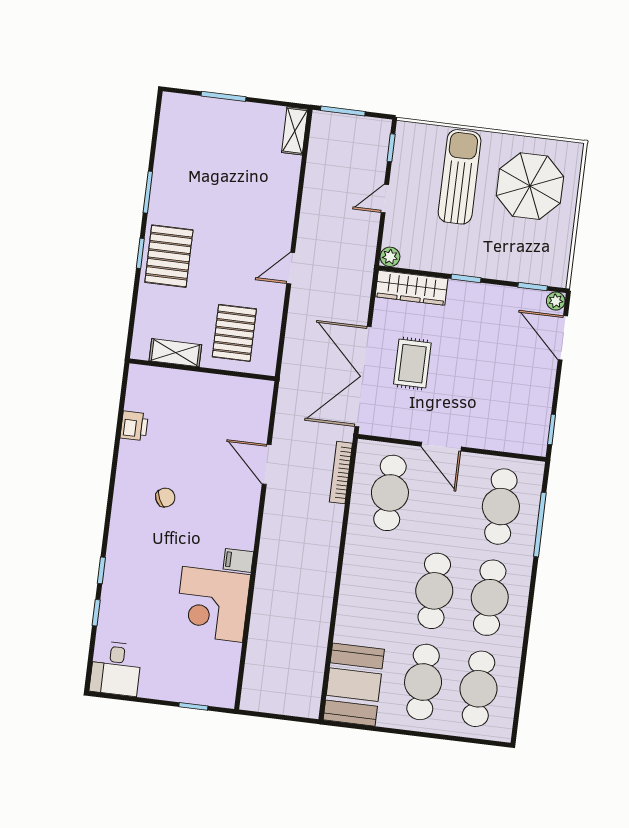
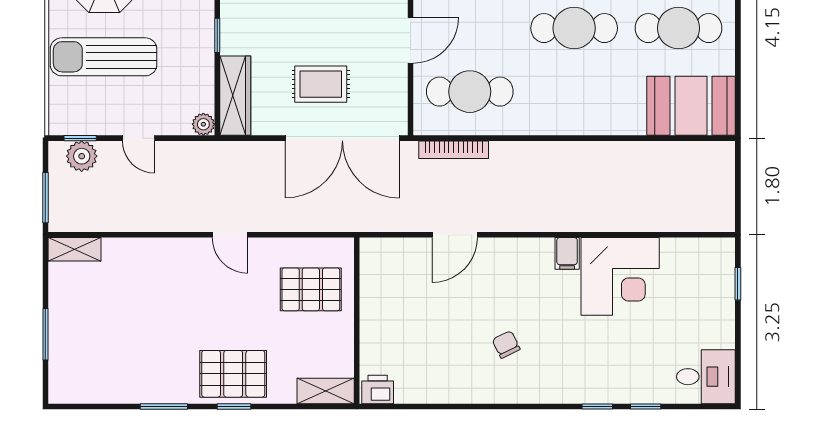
plant: (375, 147) -> (82, 156), added
shelving: (175, 353) -> (326, 391), moved, turned 90
printer: (134, 426) -> (378, 389), moved

